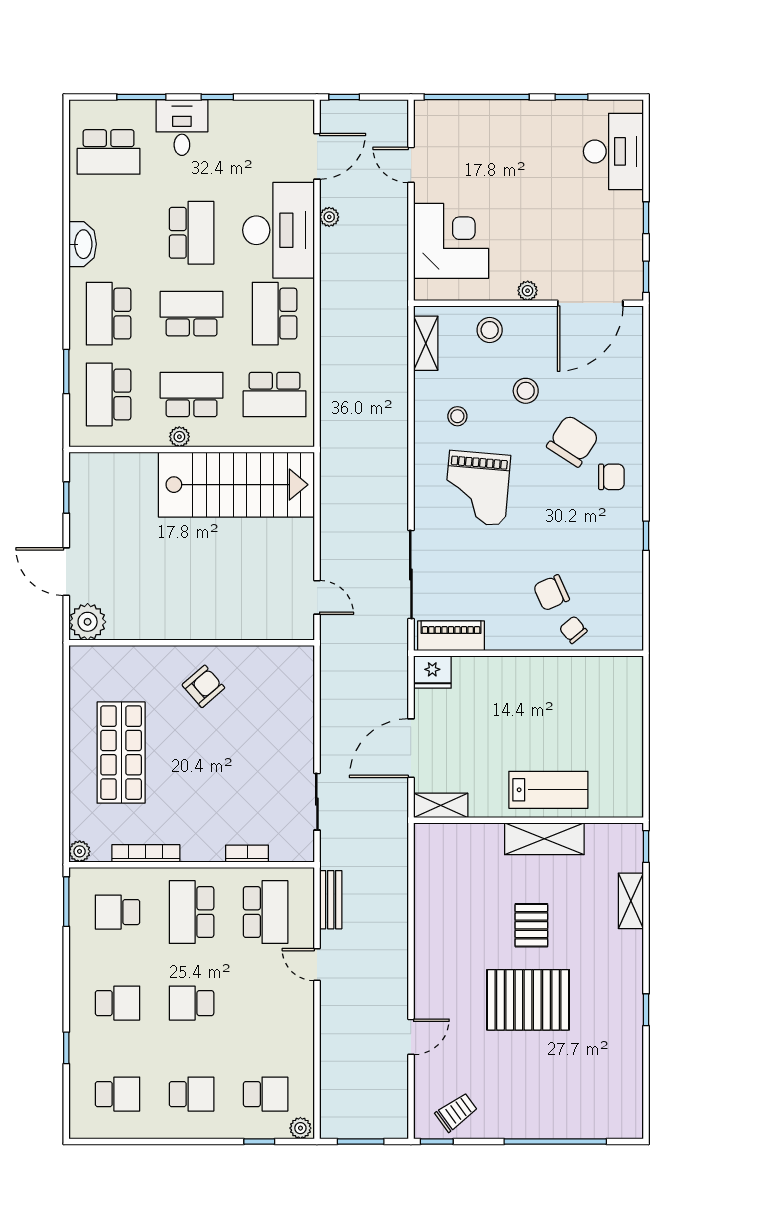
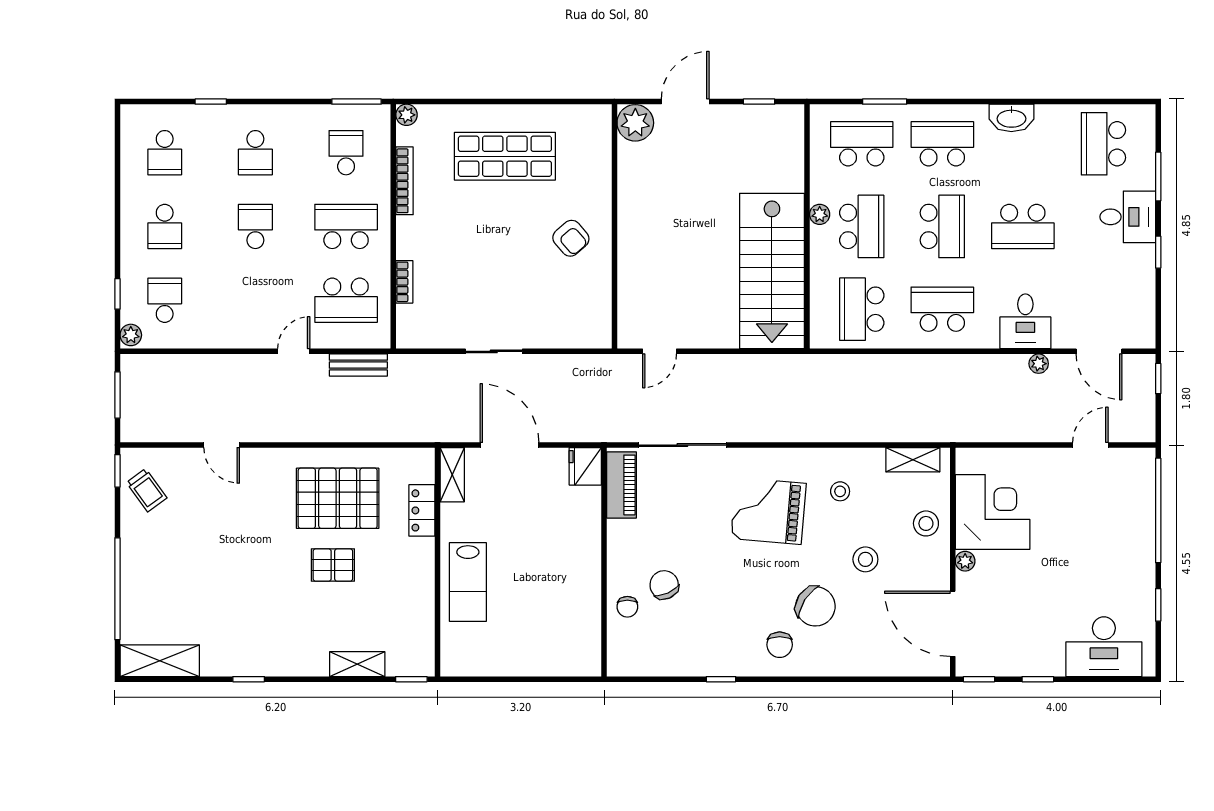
desk: (279, 230) -> (1025, 321), width x0.53, depth x0.77
corner desk: (451, 241) -> (993, 512), moved, turned -90
chair: (573, 630) -> (627, 607), turned 130
sliding door: (317, 802) -> (494, 351), moved
locker: (477, 836) -> (422, 510), added
shelving: (544, 839) -> (160, 661), moved, turned 90
pallet: (528, 1000) -> (338, 498), moved, turned 90
school desk: (266, 1094) -> (165, 300), turned 180

